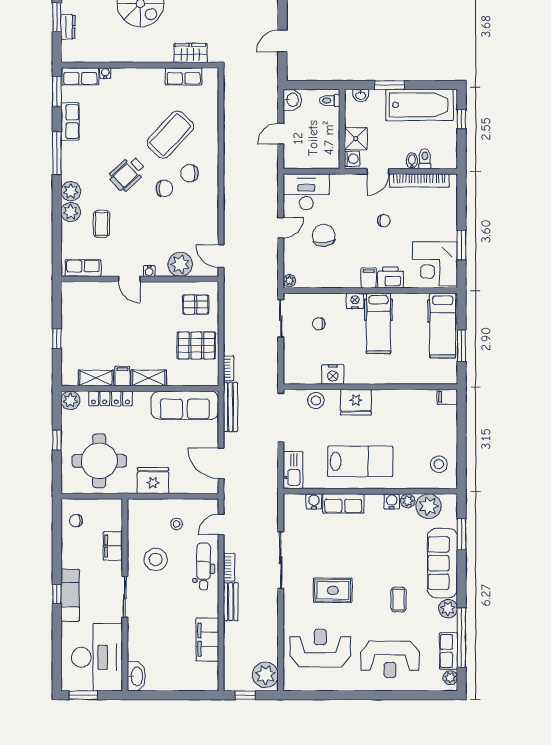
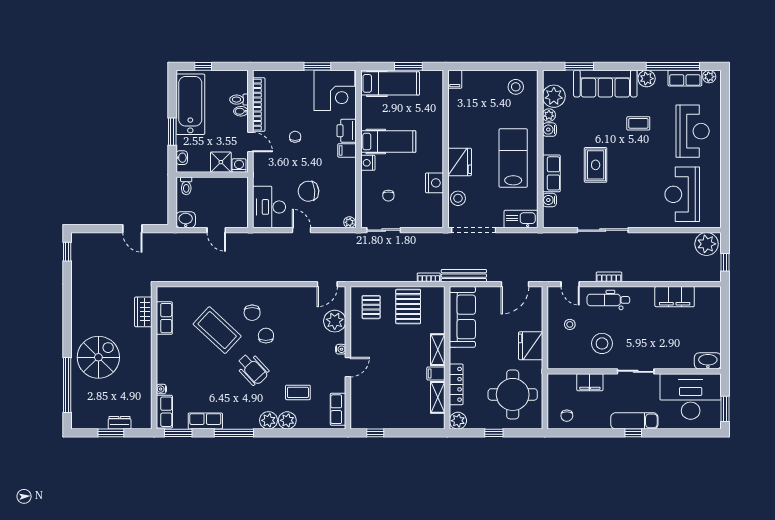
window: (57, 339) -> (375, 433), moved
rug: (333, 590) -> (596, 165), moved
bench: (231, 602) -> (640, 275), removed

